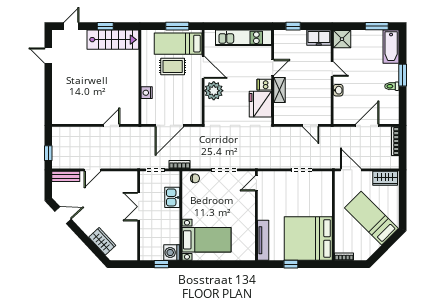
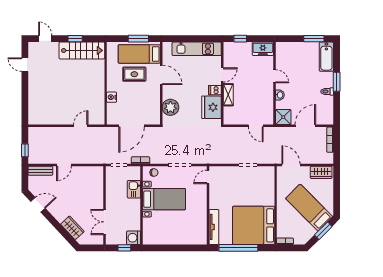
door: (71, 26) -> (45, 39), hinge flipped
shower: (342, 39) -> (283, 117), moved
plant: (214, 91) -> (170, 107), moved
double door: (139, 207) -> (105, 222), moved
bed with nightstands: (206, 240) -> (164, 199), moved
window: (388, 245) -> (323, 231), added
window: (291, 264) -> (238, 248), width x3.17

